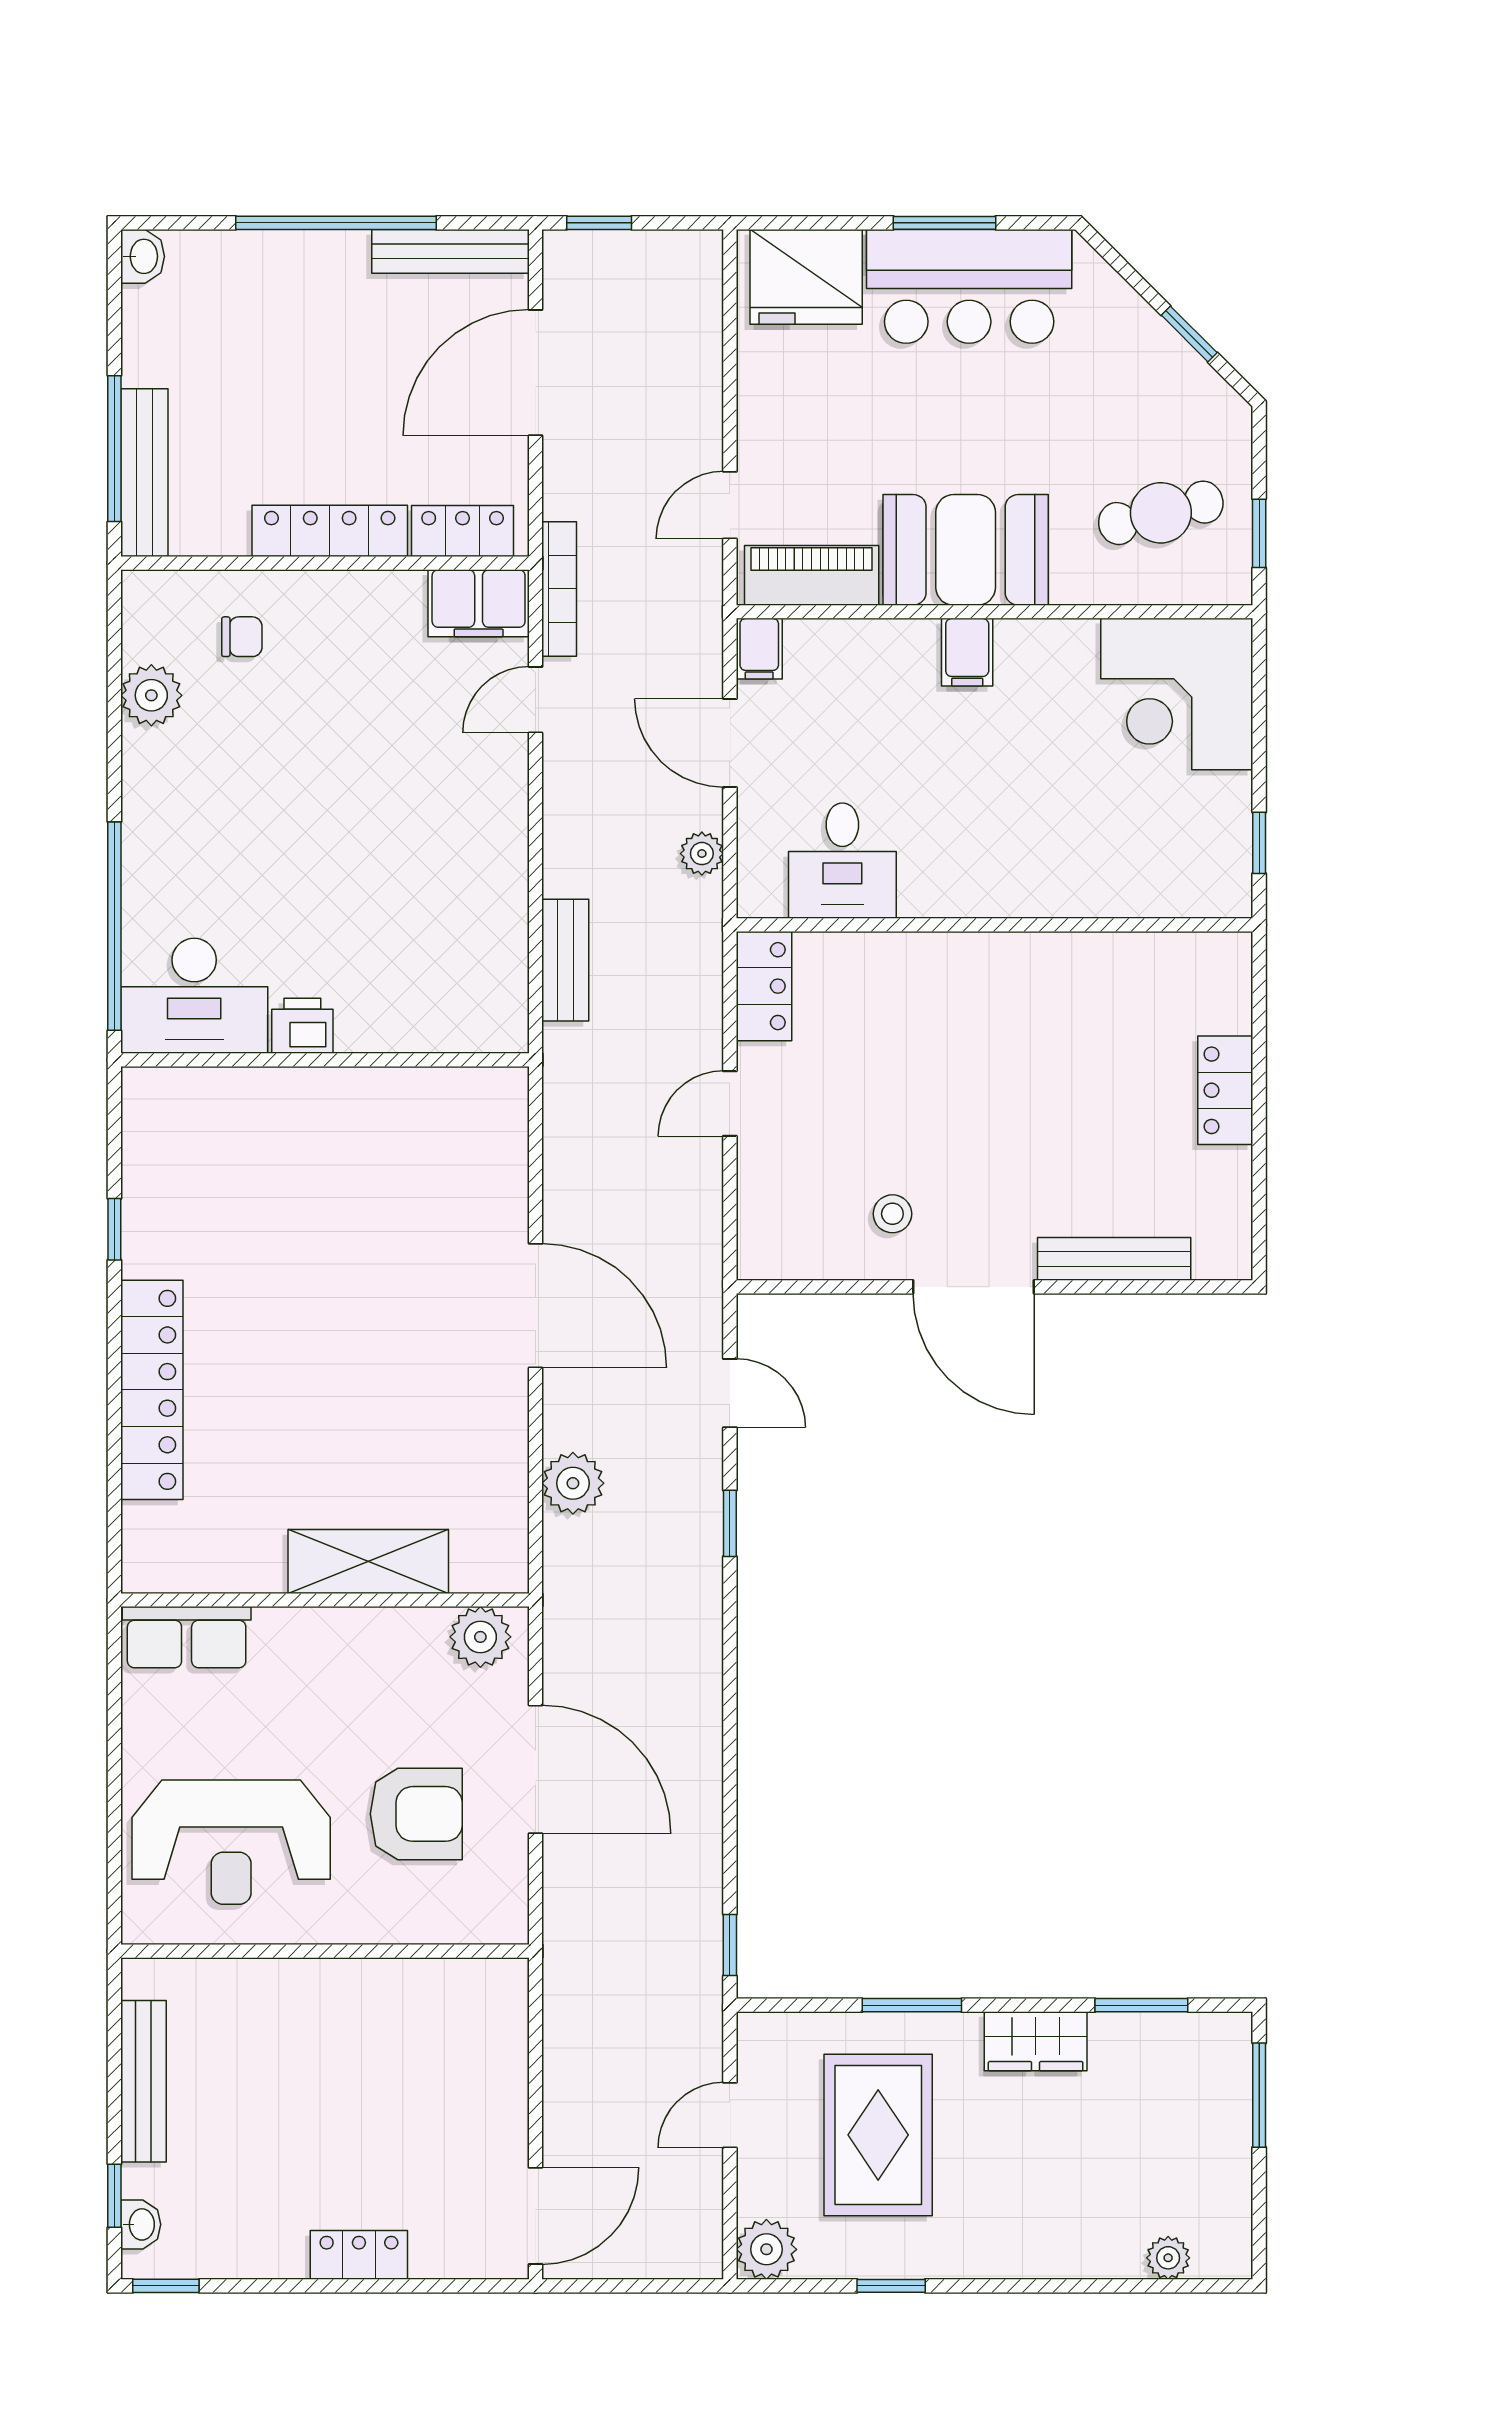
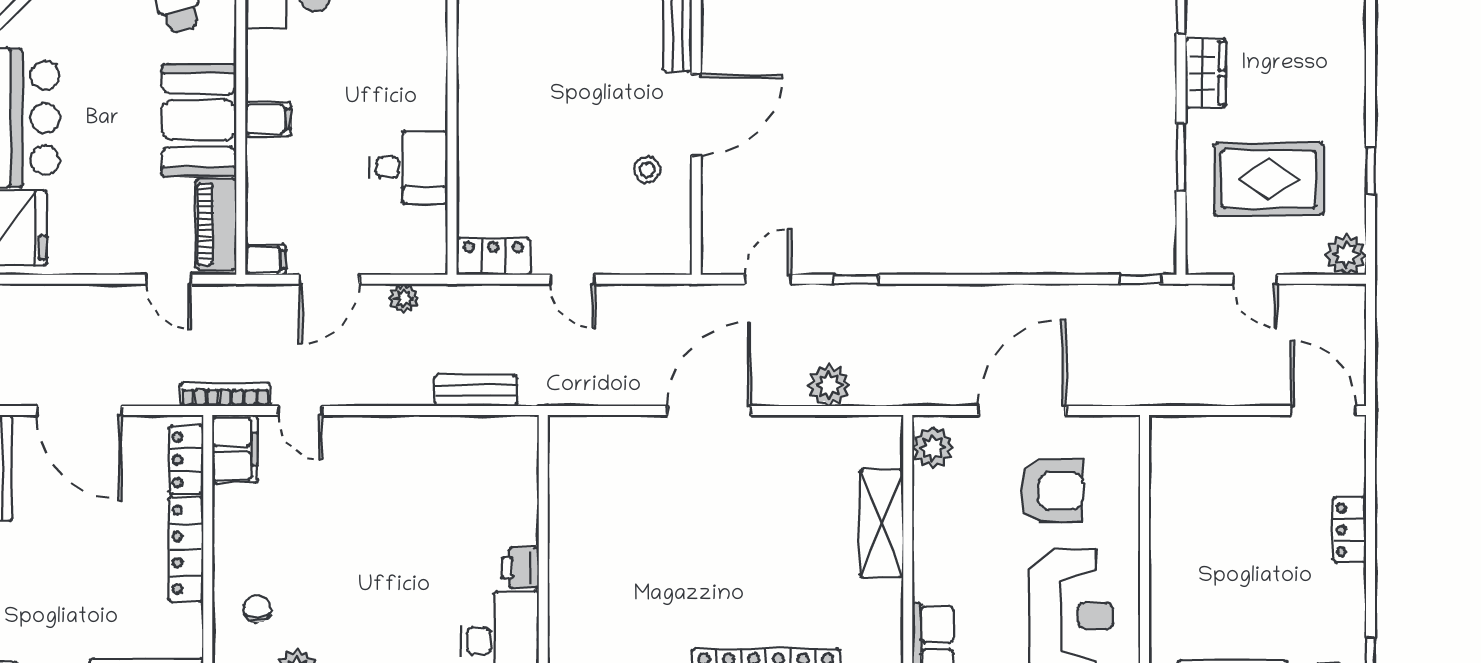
desk: (842, 861) -> (409, 167), moved
armchair: (416, 1814) -> (1052, 491), turned 90

